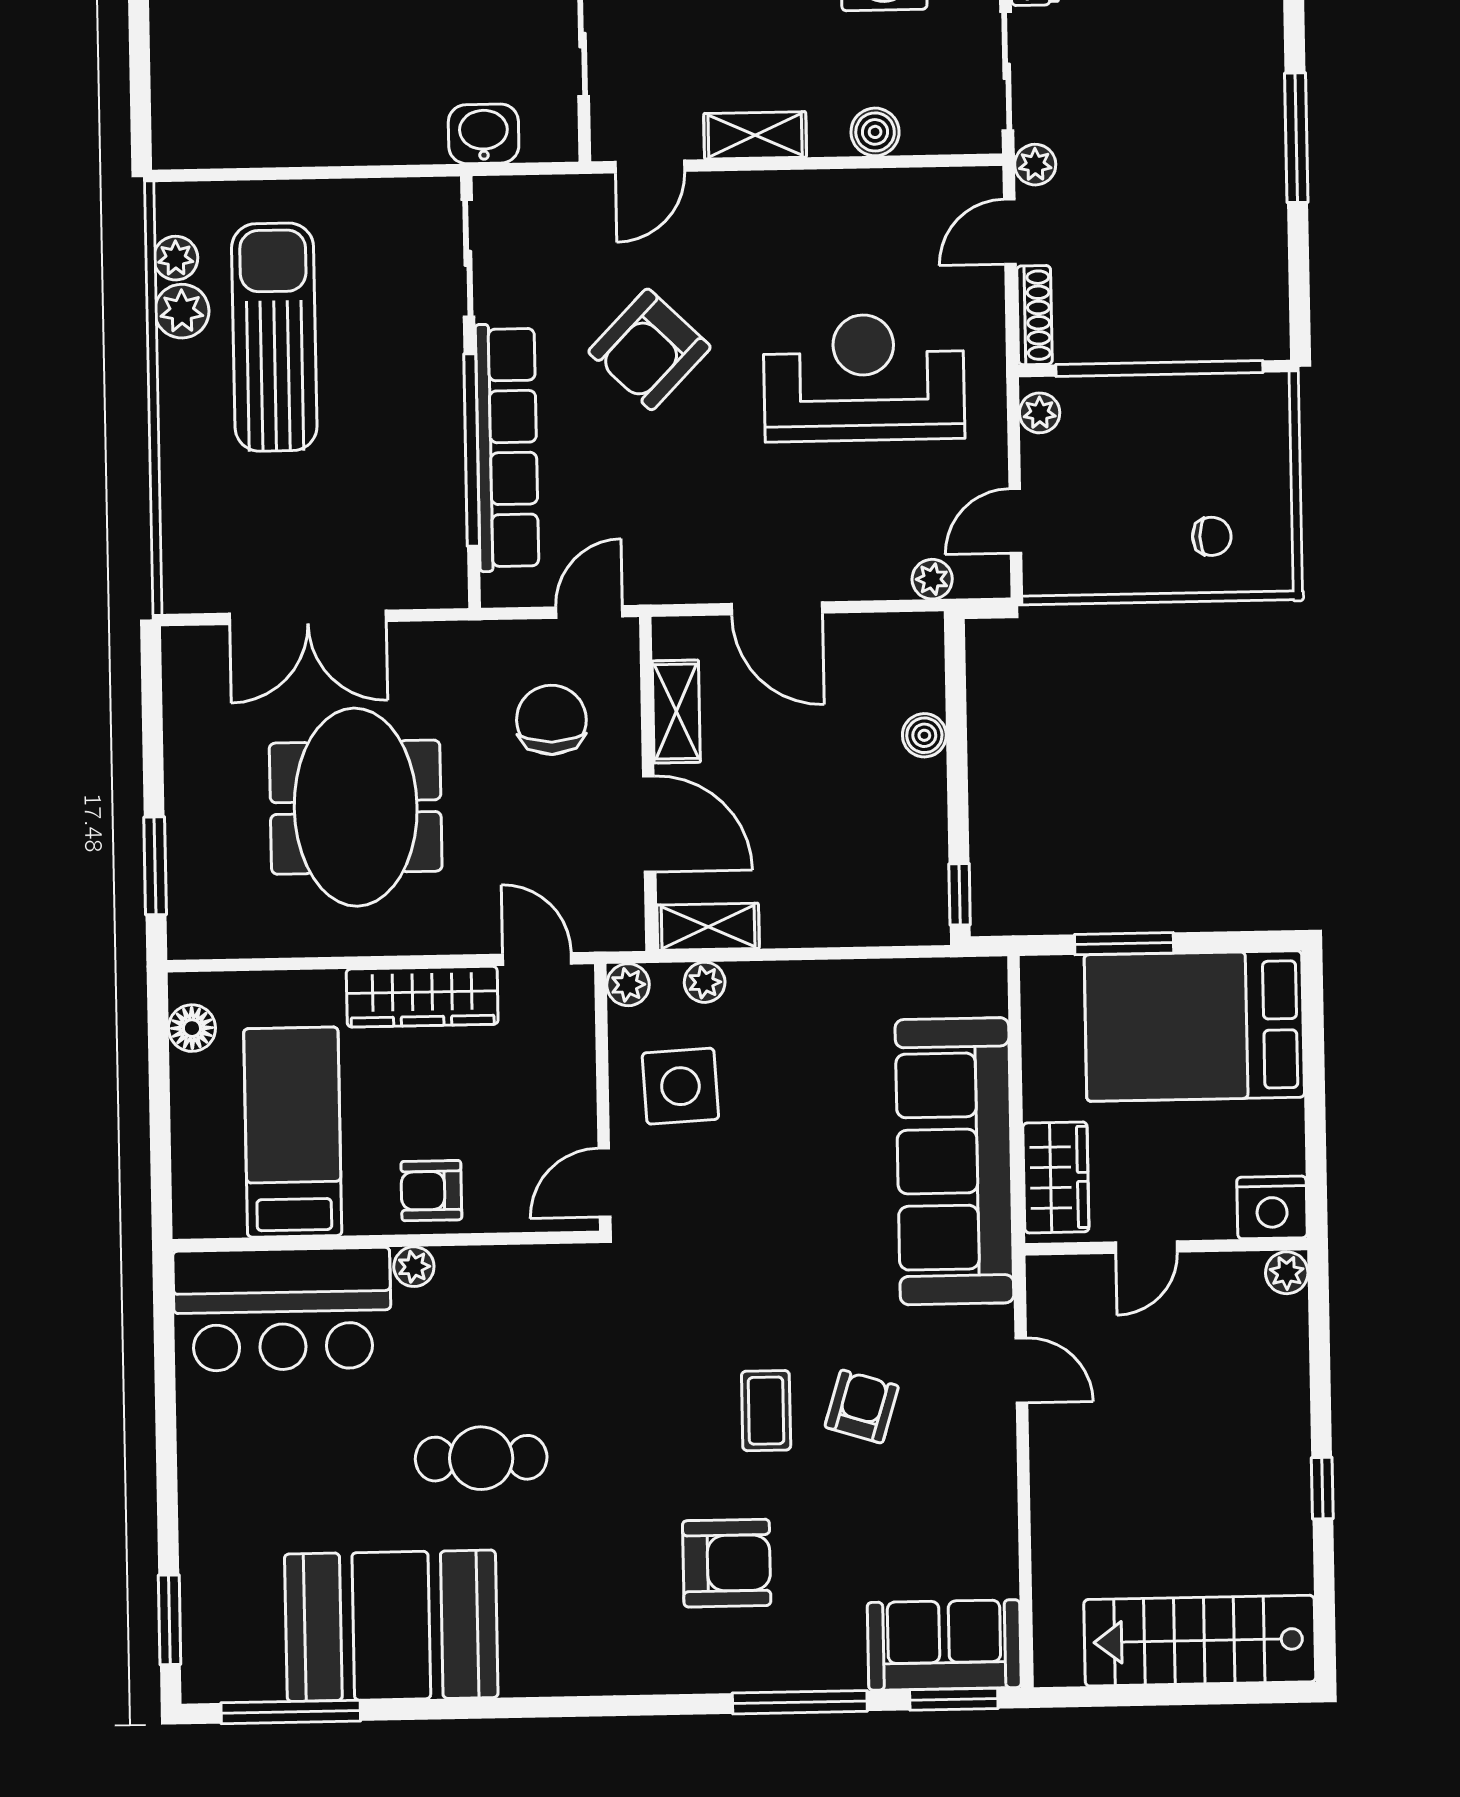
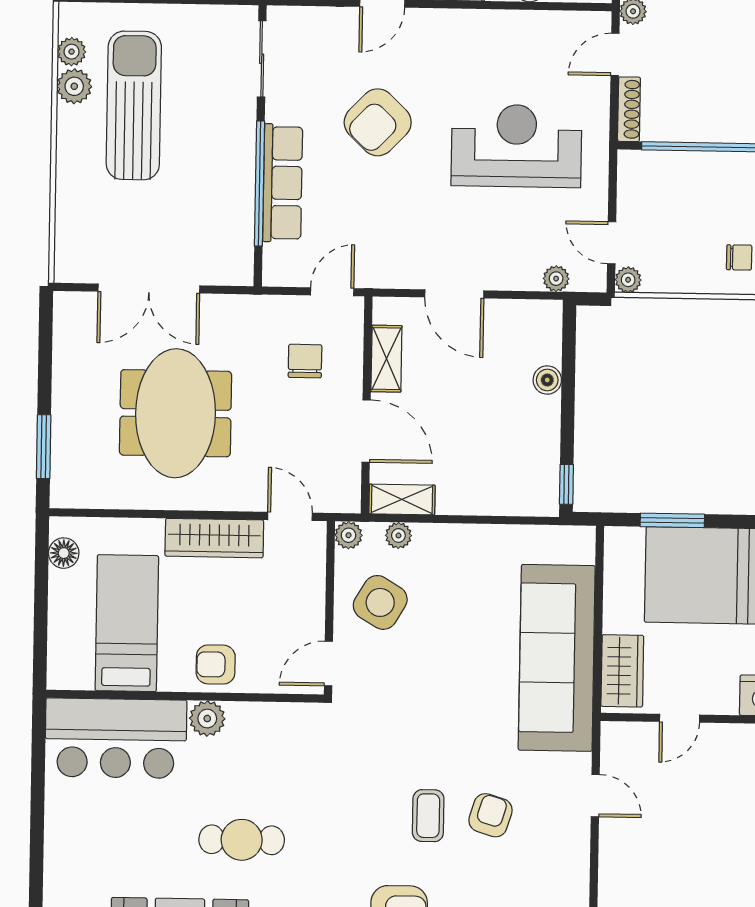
plant: (1040, 413) -> (628, 280), moved
row of seats: (507, 448) -> (283, 183), width x0.73
door: (1015, 521) -> (612, 243), hinge flipped
chair: (551, 720) -> (305, 361), width x0.73, depth x0.73
side table: (680, 1086) -> (380, 602), turned 34
plant: (414, 1267) -> (207, 719), width x1.38, depth x1.38

